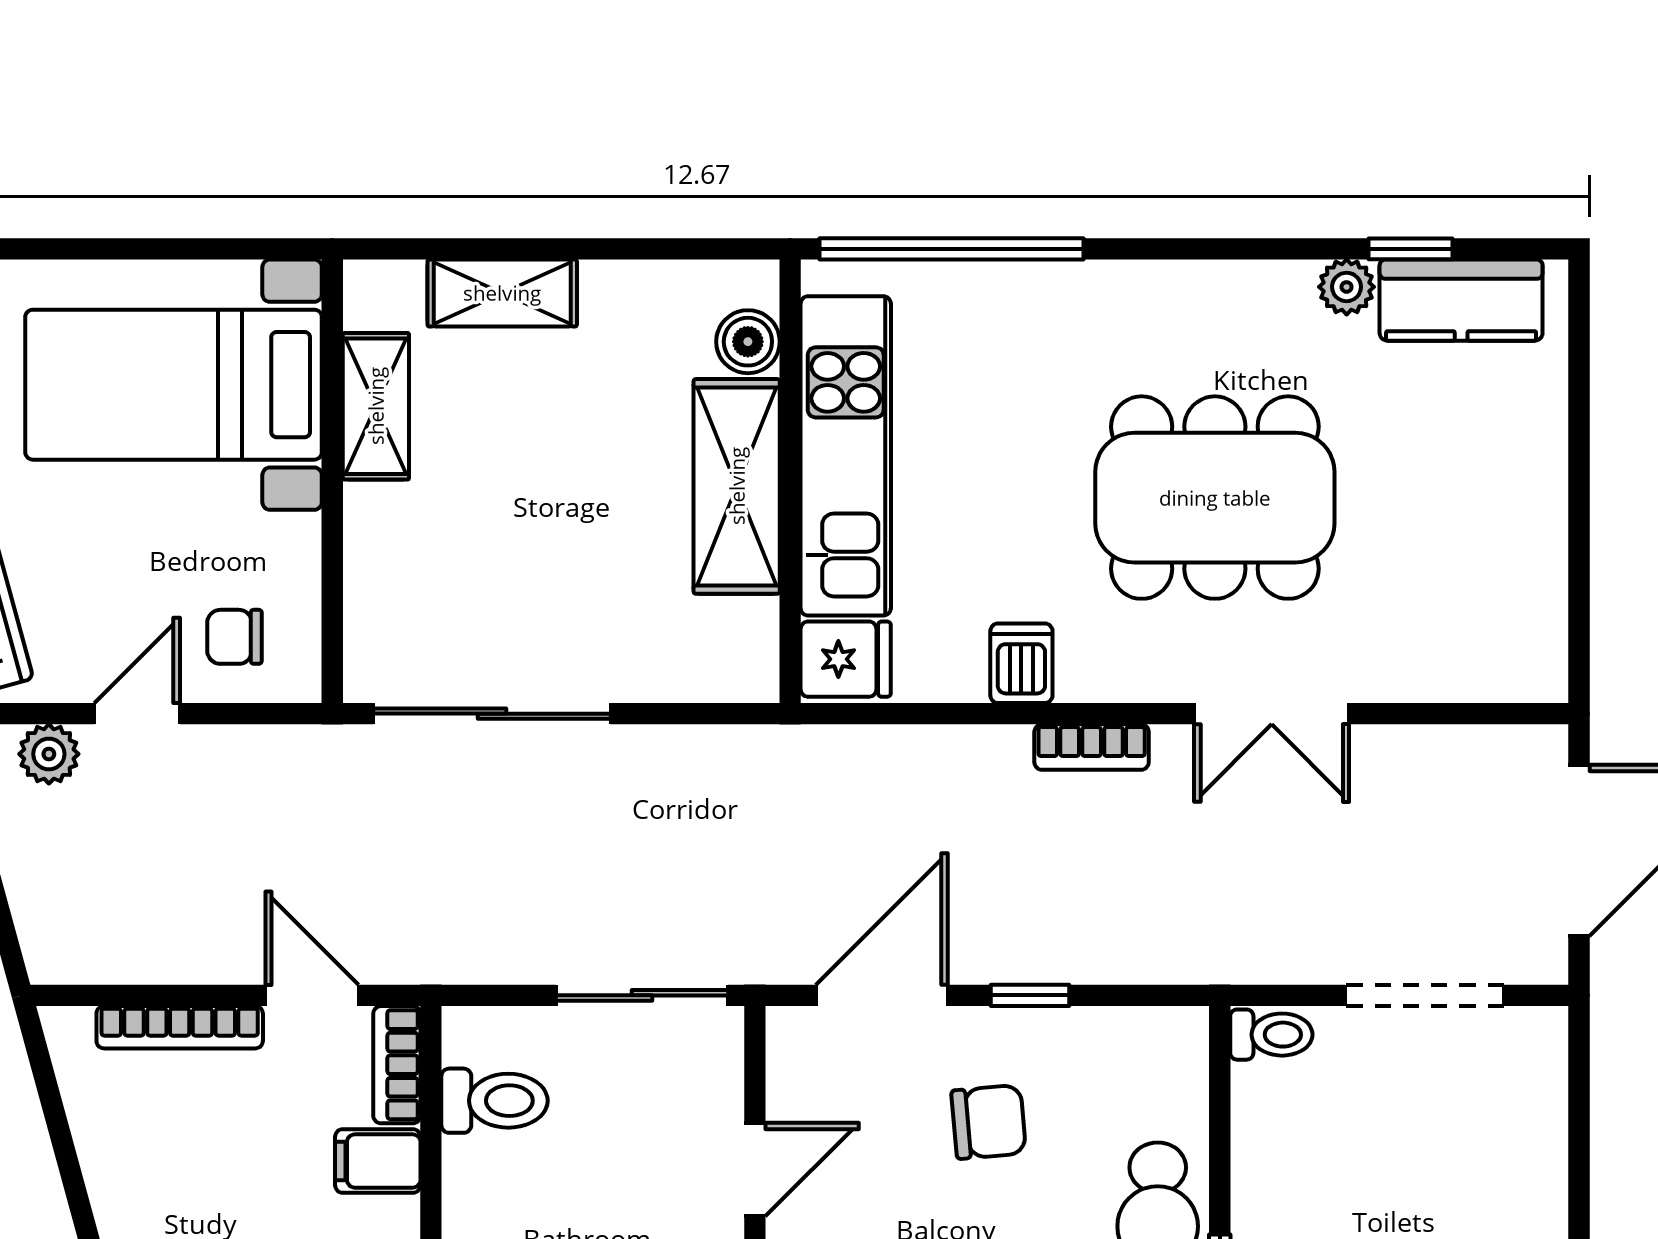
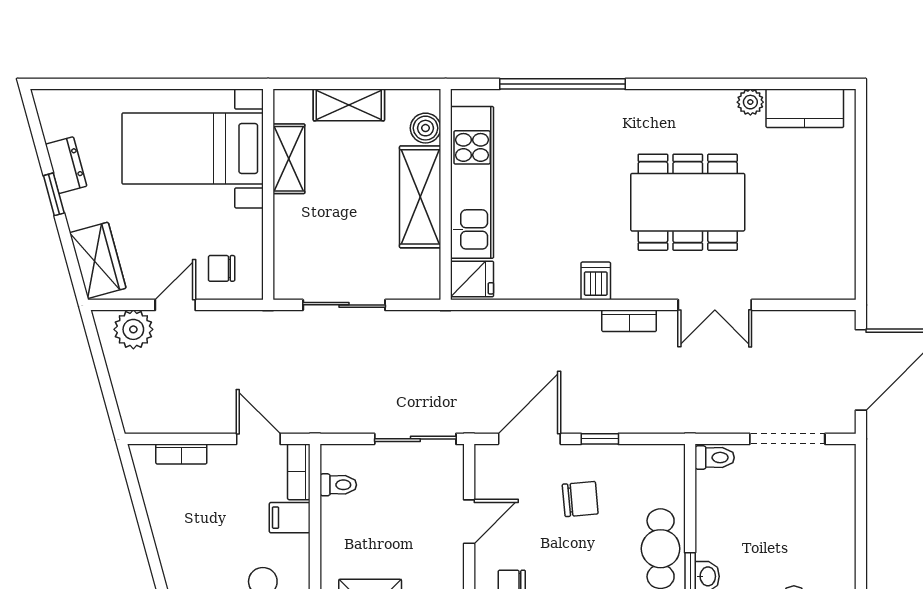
window: (1411, 249) -> (781, 84), removed
boiler: (748, 342) -> (426, 128), moved
kitchen unit: (846, 456) -> (472, 182), moved
wall: (790, 481) -> (446, 194), moved
shelving: (737, 486) -> (420, 197), moved
fridge: (846, 659) -> (472, 279), moved
sliding door: (492, 714) -> (344, 305), width x0.73
plant: (49, 754) -> (133, 329), width x1.38, depth x1.38
bookcase: (180, 1027) -> (181, 454), width x0.64
toilet: (495, 1101) -> (338, 485), width x0.73, depth x0.72

